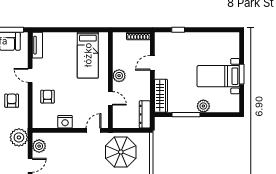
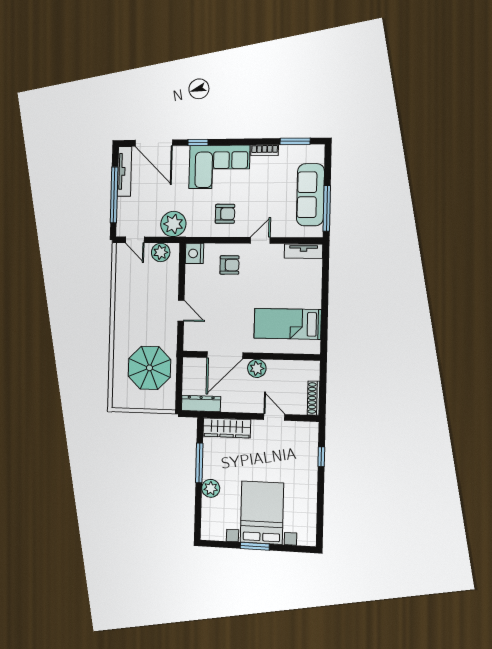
bed with nightstands: (218, 76) -> (262, 513), width x1.36
door: (110, 98) -> (225, 355), width x1.87
nightstand: (65, 122) -> (194, 253), moved
door: (94, 130) -> (181, 311), moved

